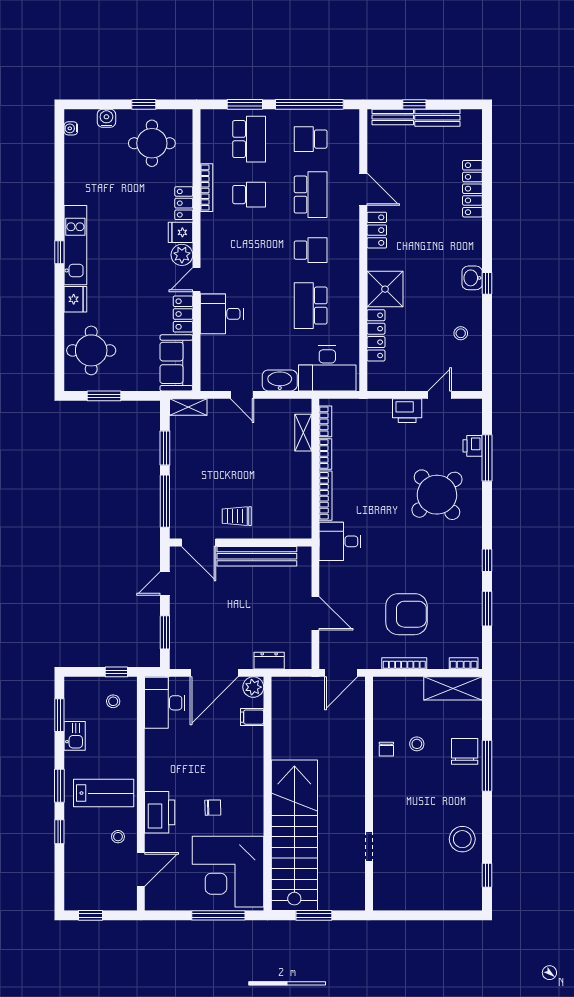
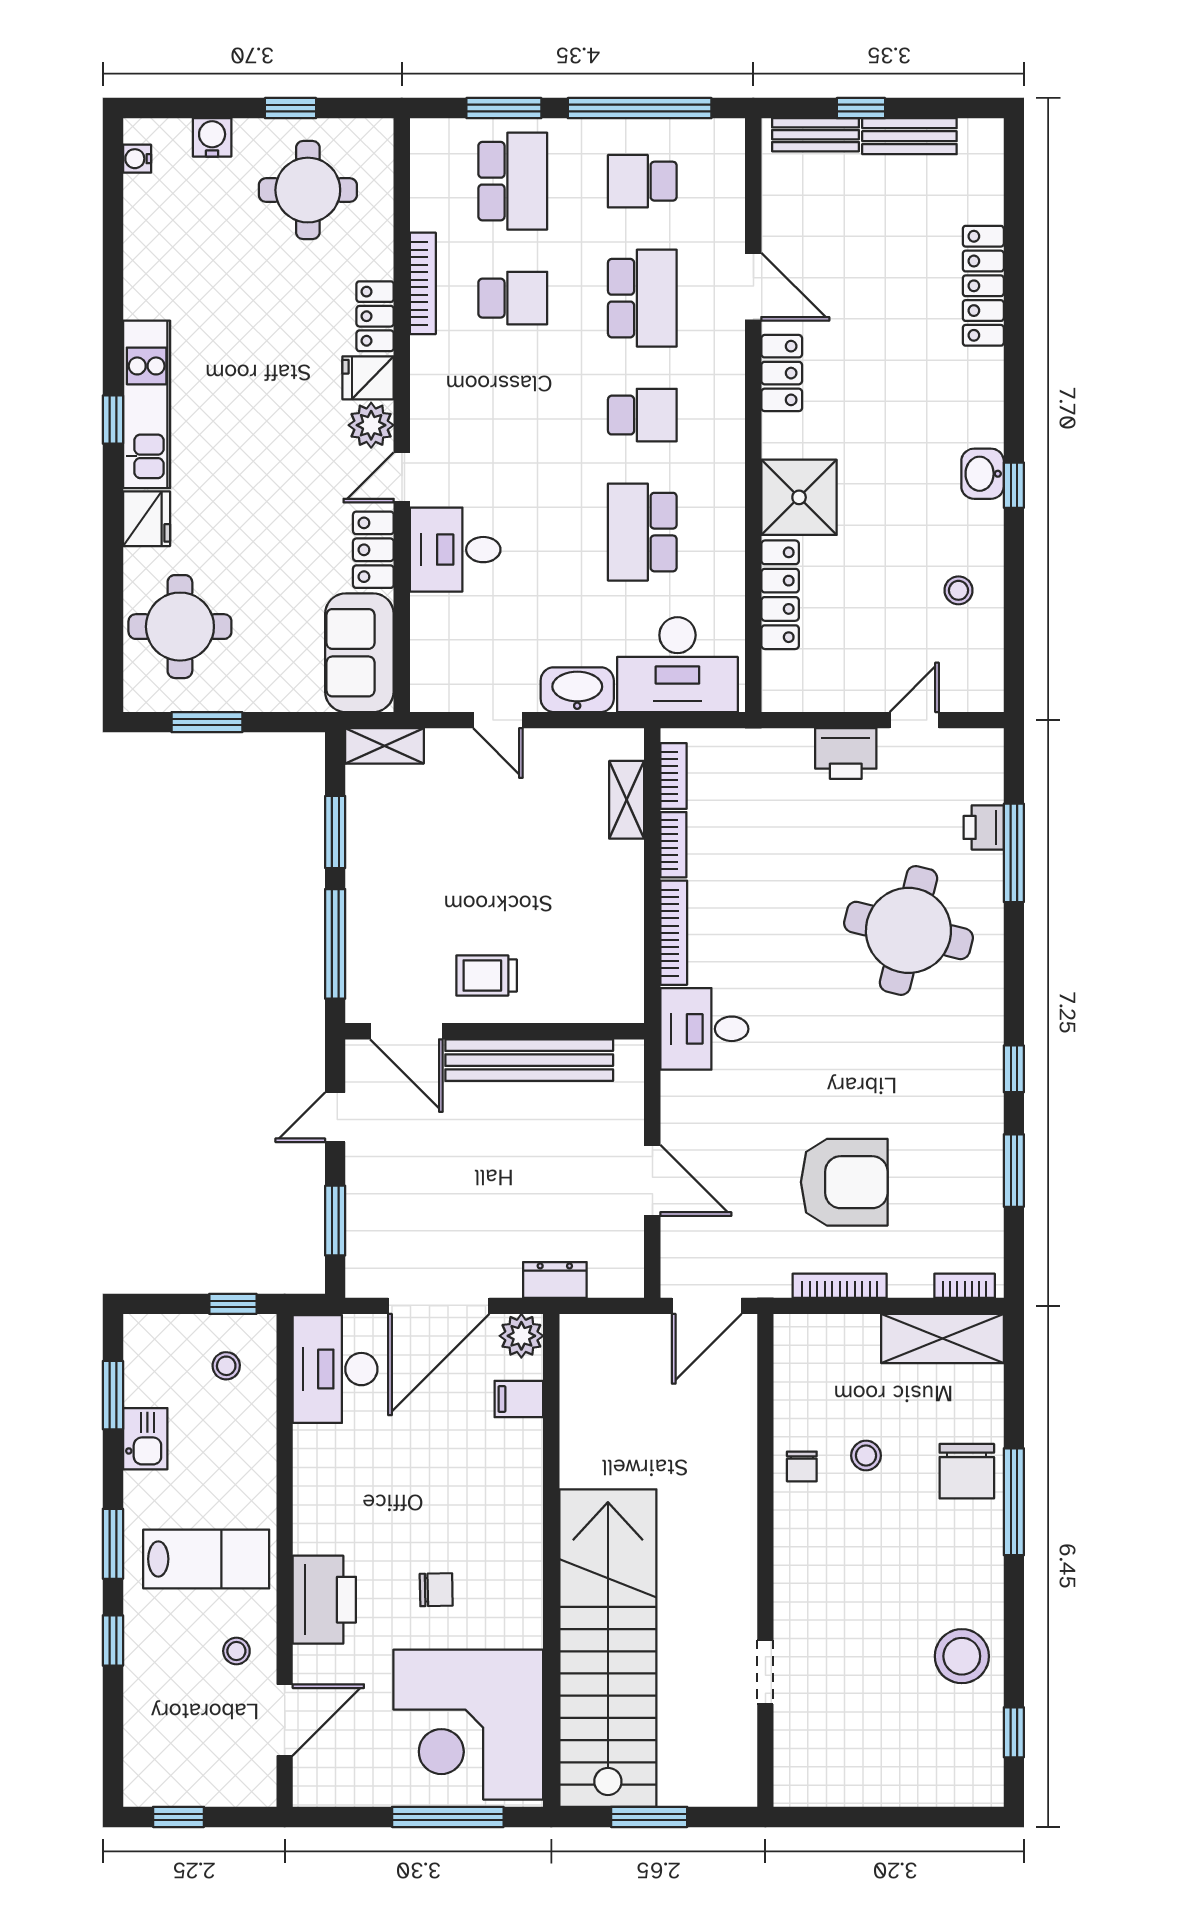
round table: (437, 495) -> (908, 930), turned -35
chair: (465, 751) -> (967, 1471), turned 180

